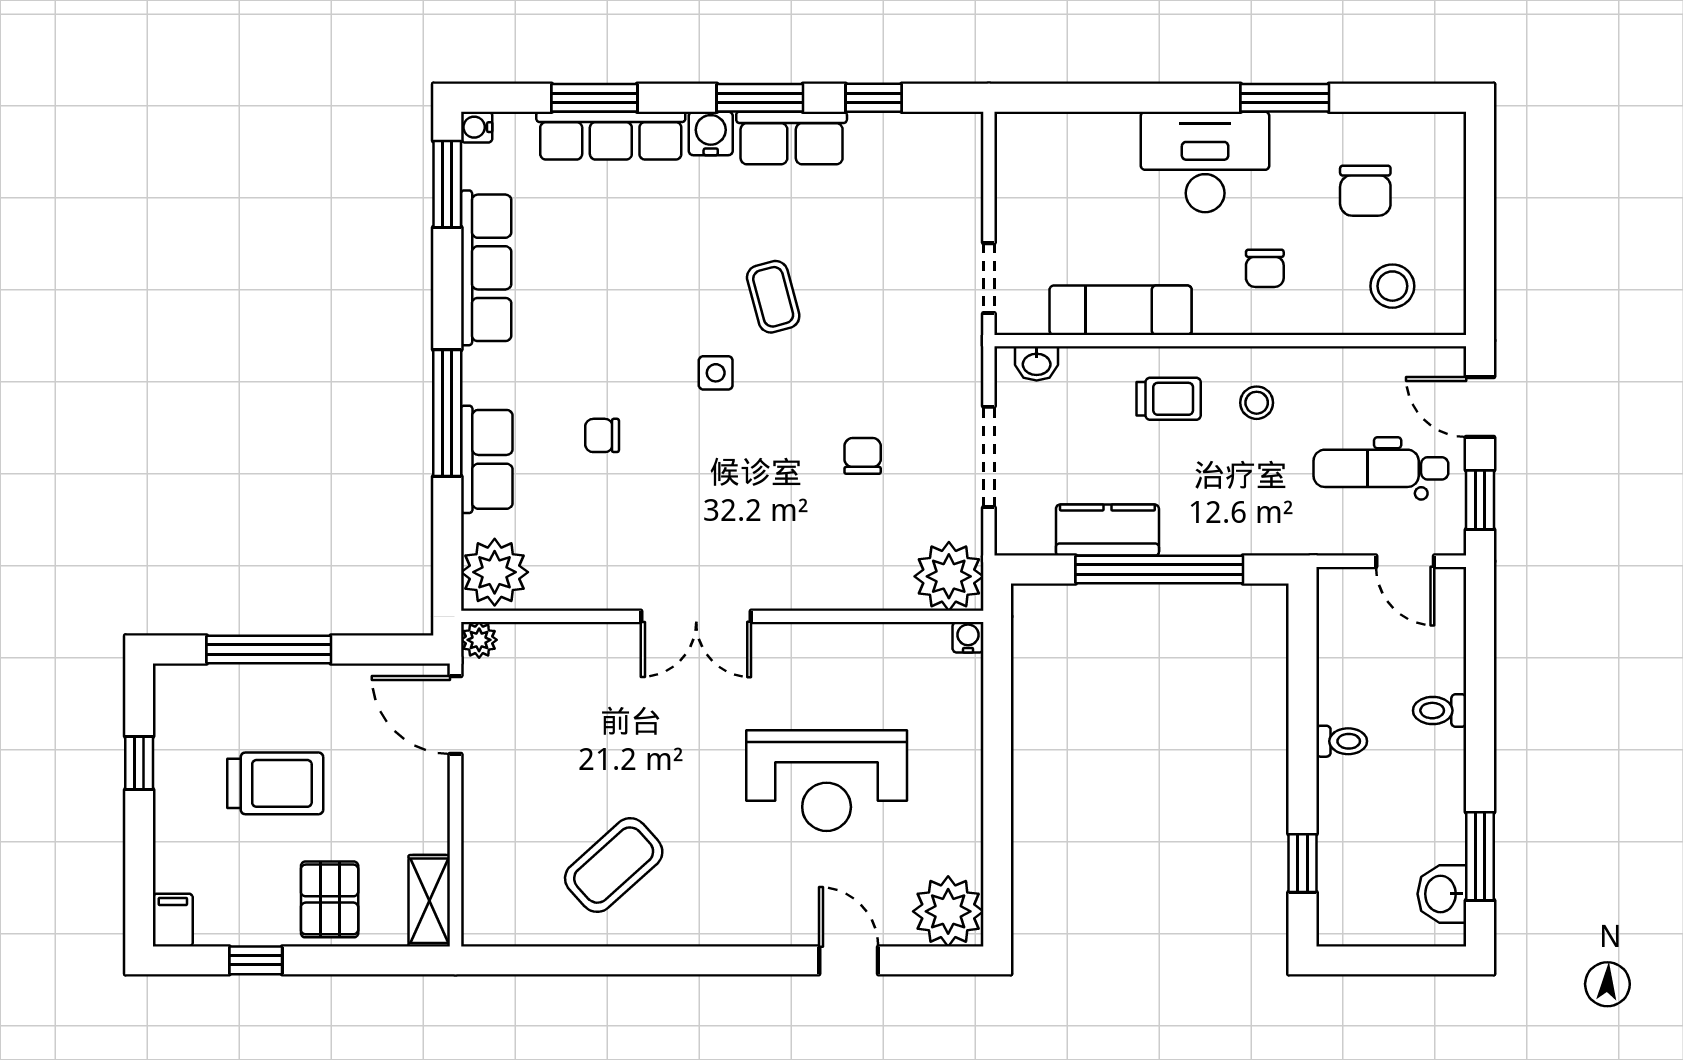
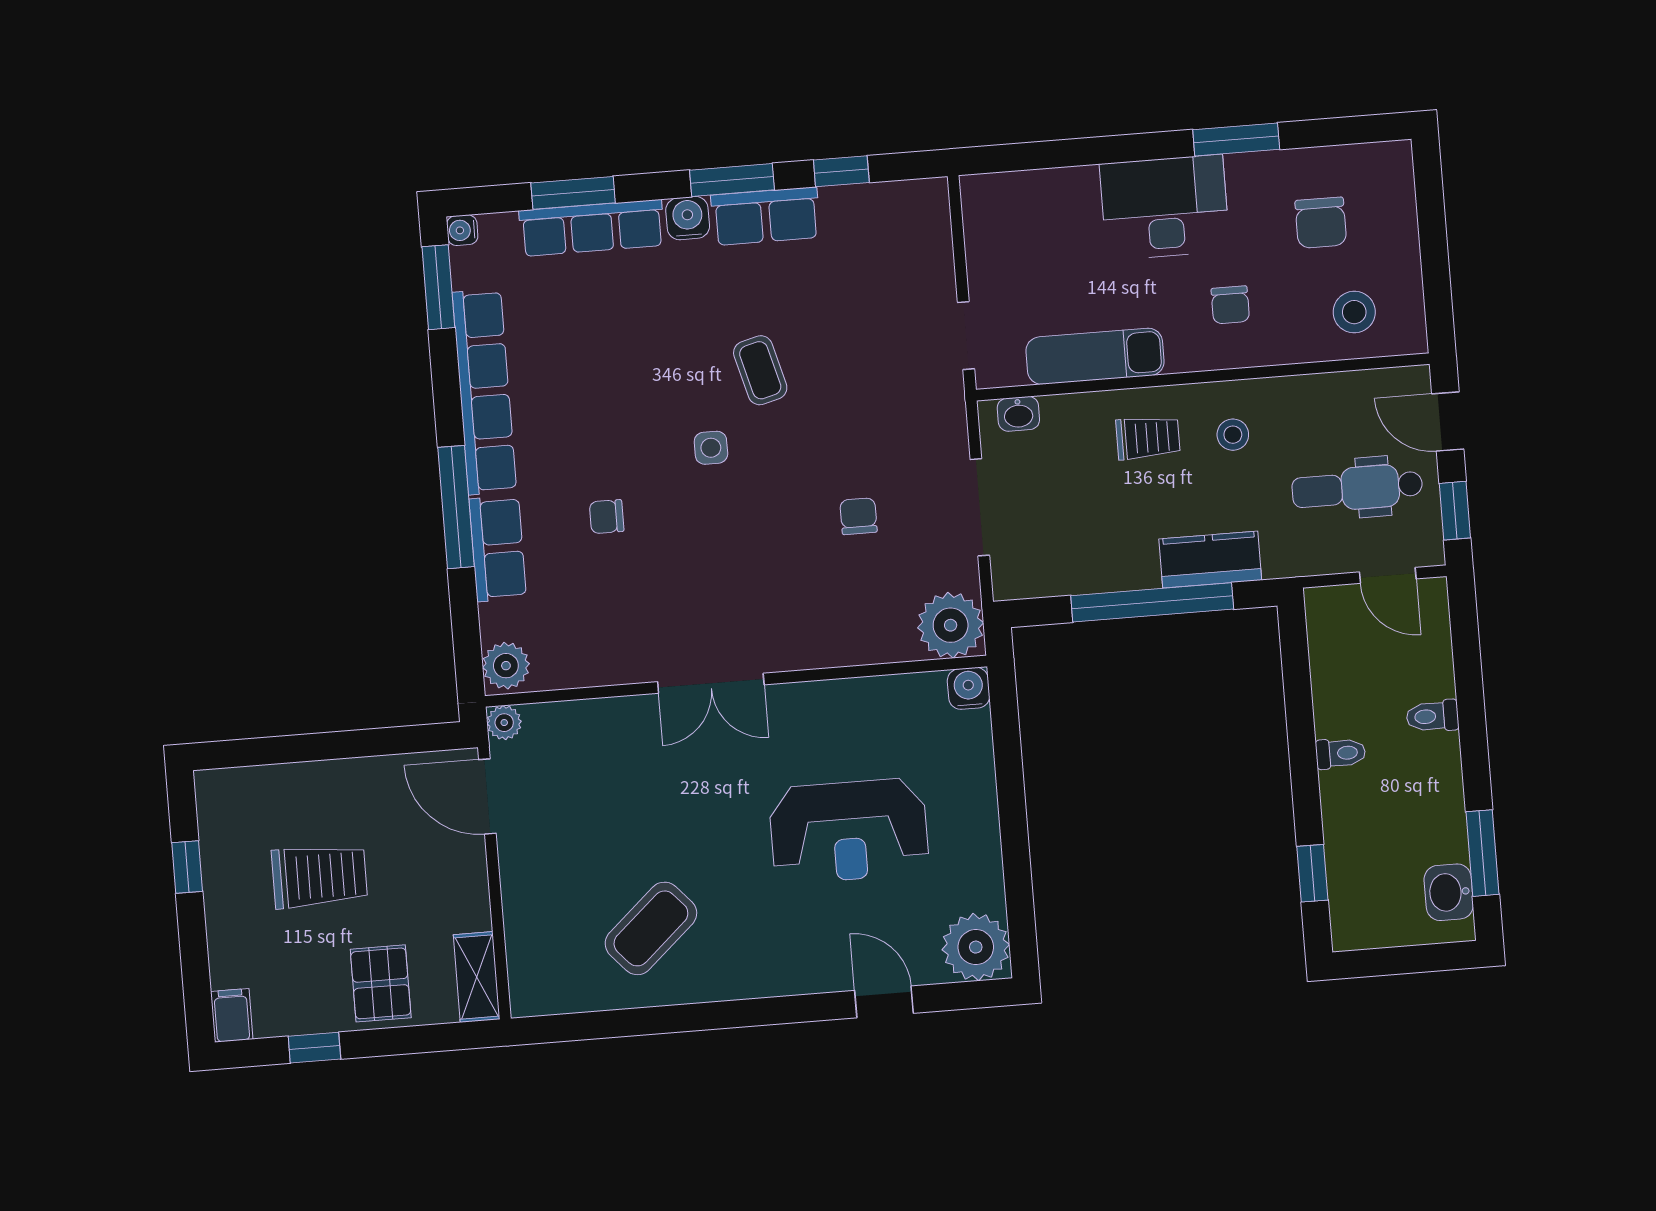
row of seats: (486, 268) -> (484, 392), width x1.36
kitchen counter: (1107, 530) -> (1210, 560), moved
plant: (495, 572) -> (506, 666), width x0.73, depth x0.73
water cooler: (968, 637) -> (969, 688), width x1.38, depth x1.38
window: (269, 650) -> (303, 748), removed

